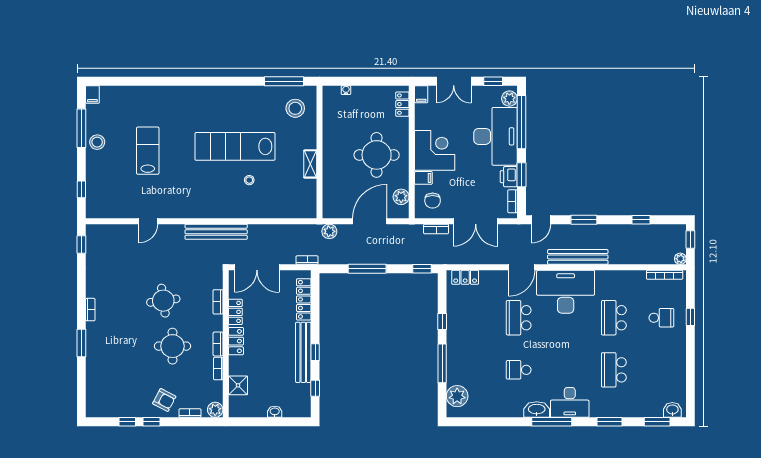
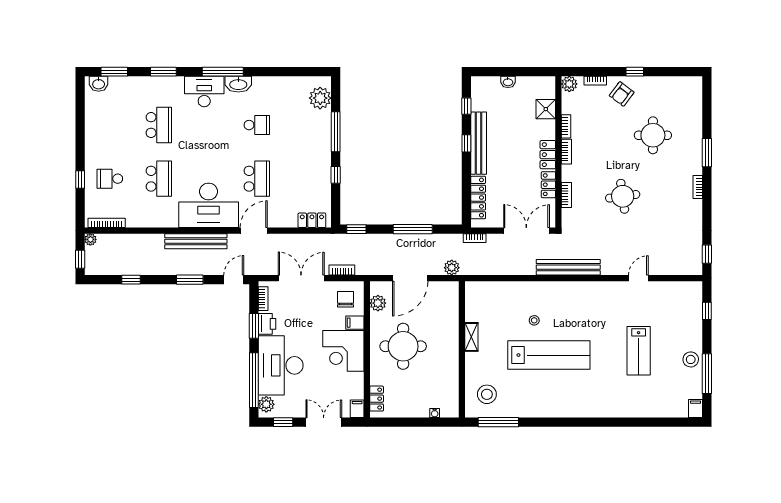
round table: (172, 346) -> (653, 135), moved
armchair: (164, 400) -> (622, 94), turned -81
window: (127, 422) -> (660, 72), removed

